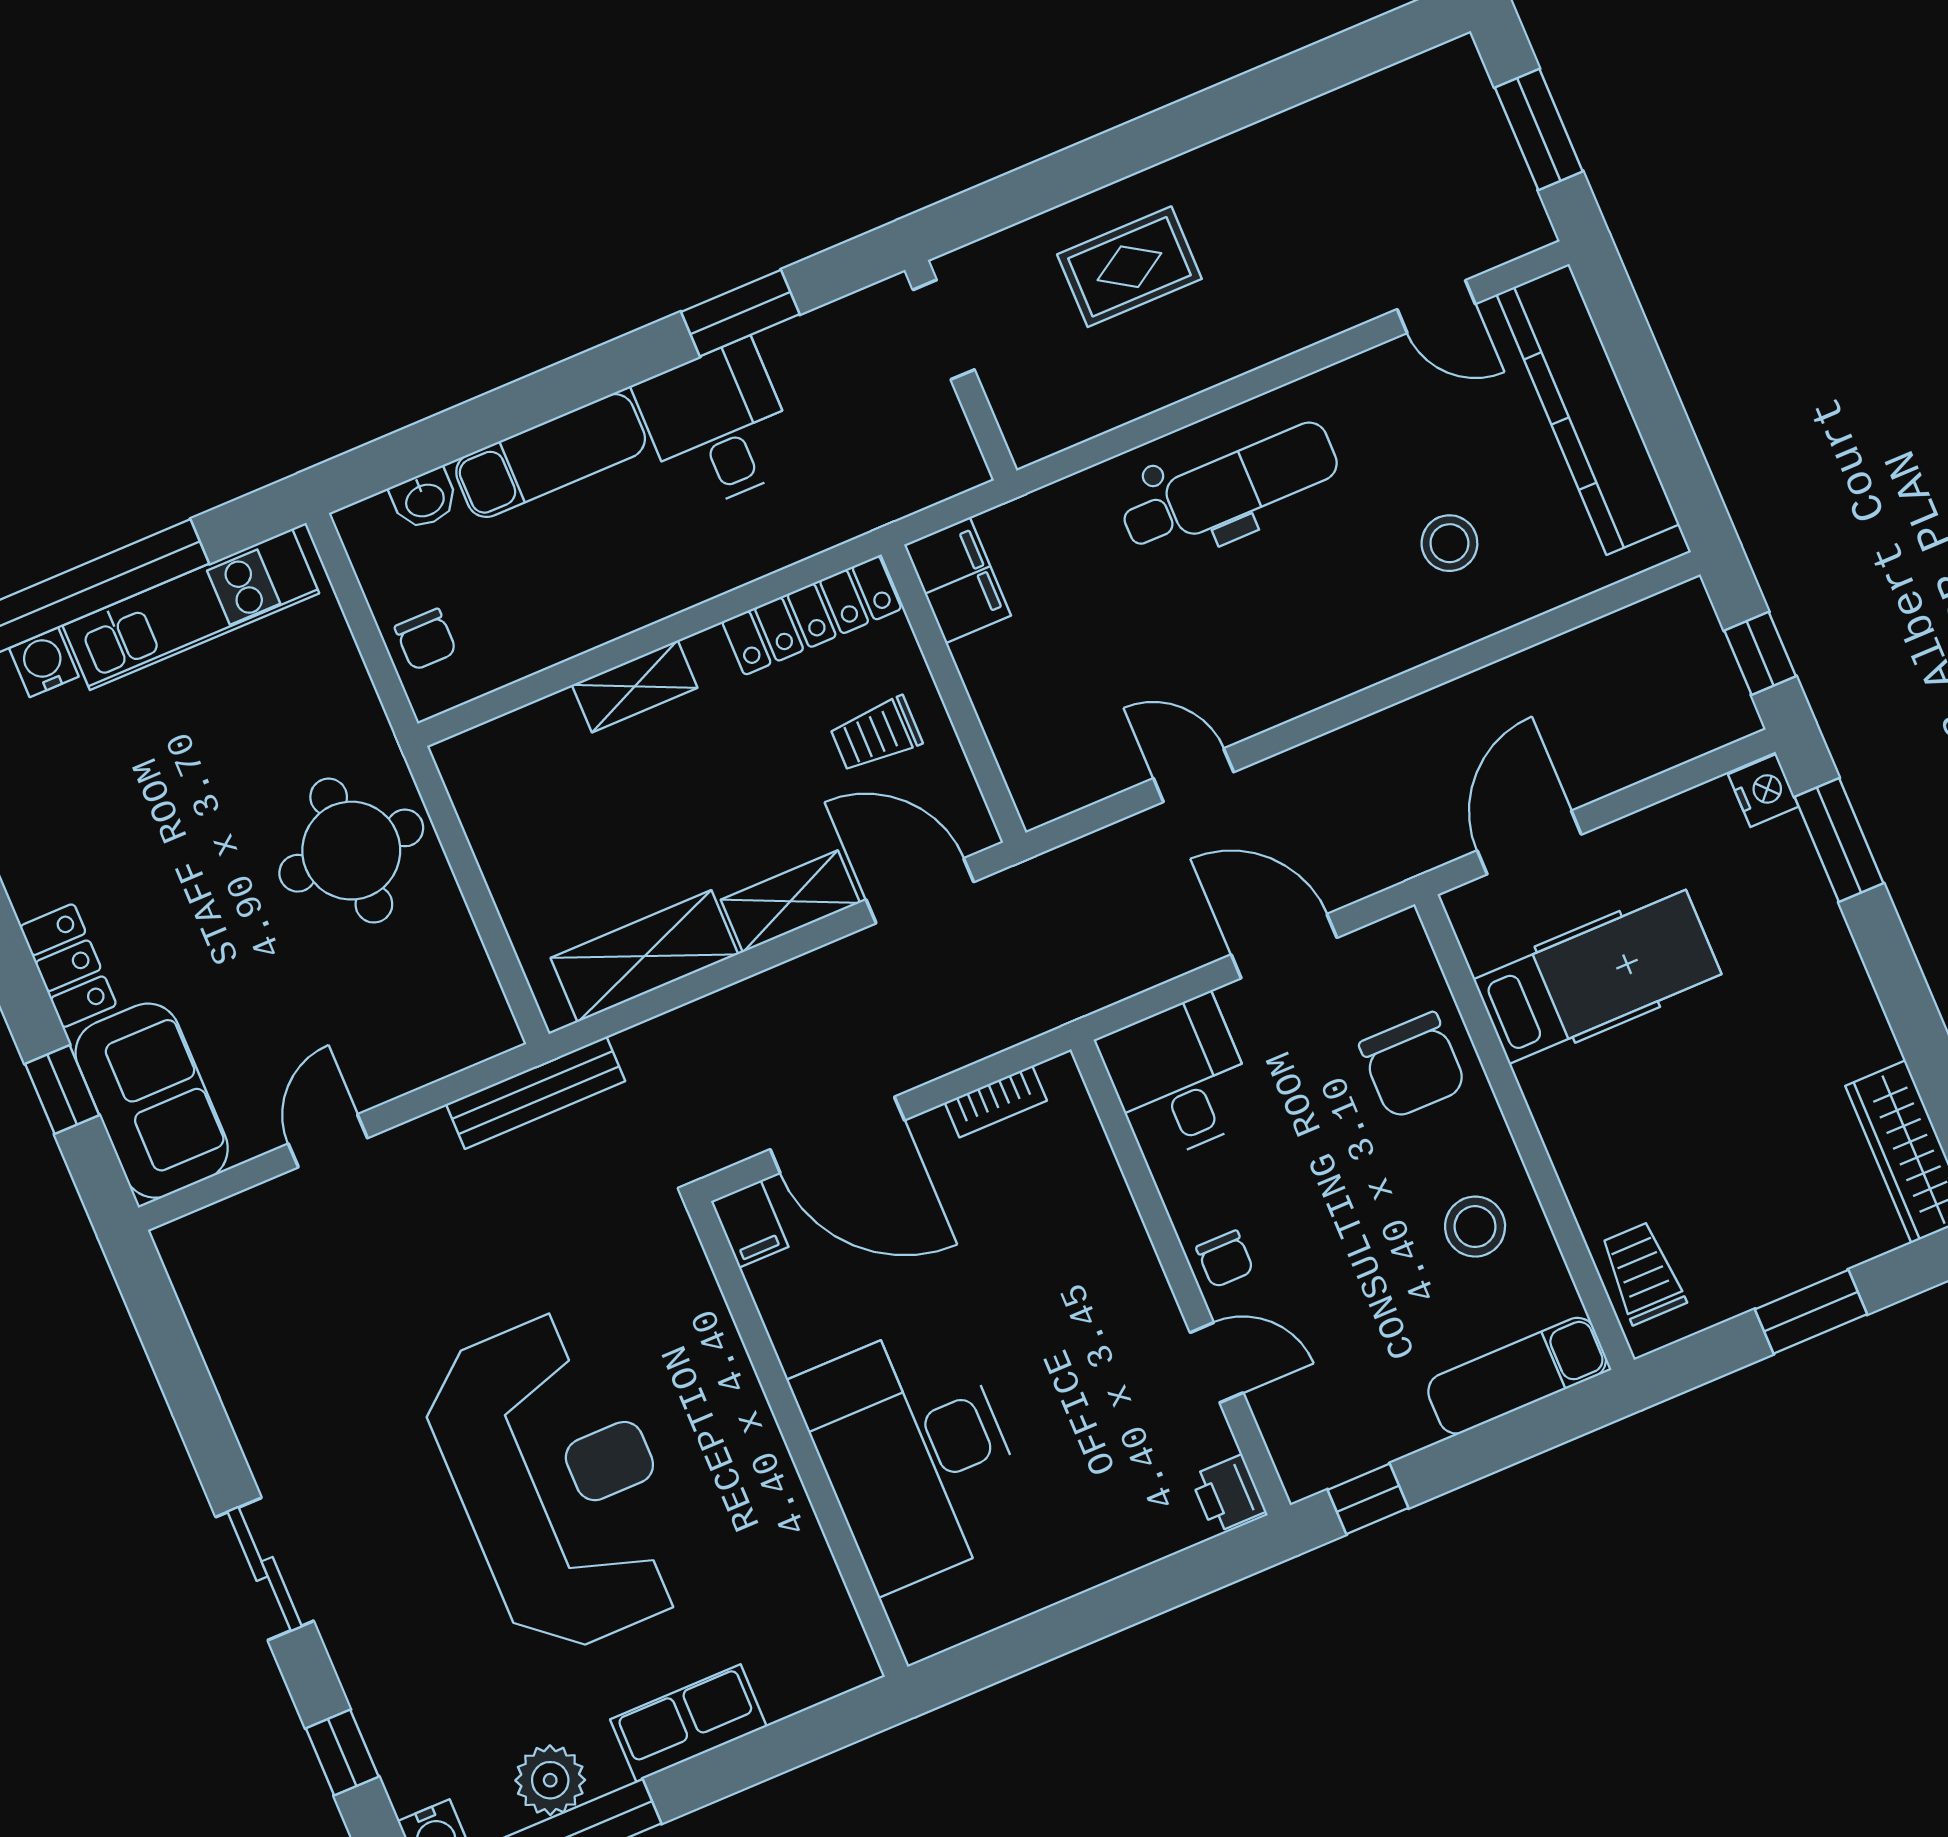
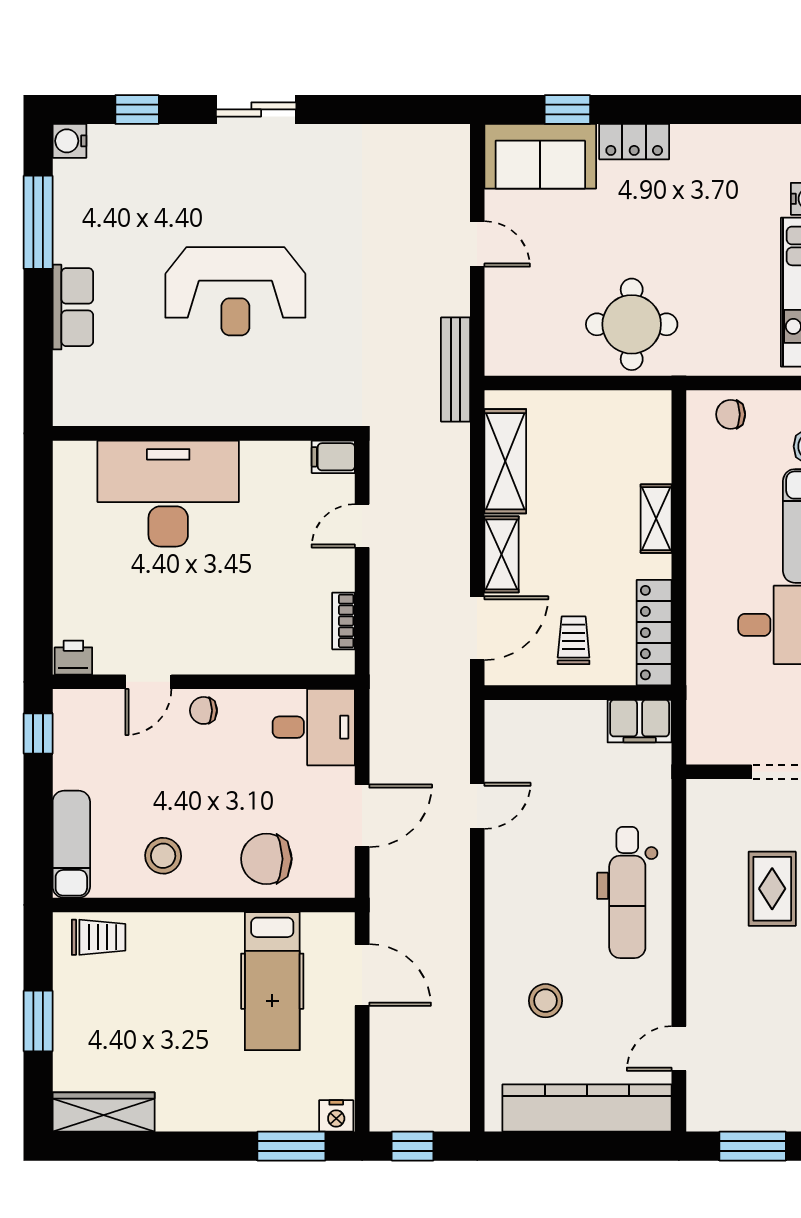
door: (837, 1135) -> (362, 526), width x0.53
reception desk: (558, 1483) -> (235, 291), width x0.74, depth x0.77
plant: (550, 1780) -> (73, 218), removed

